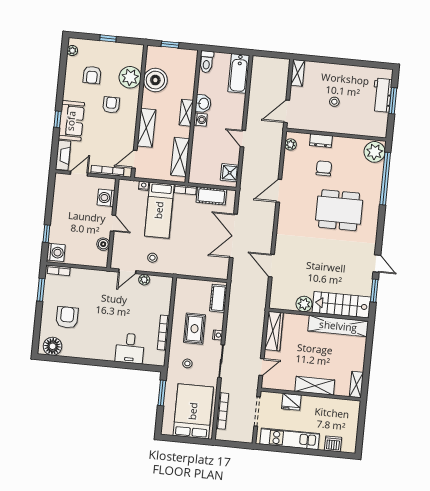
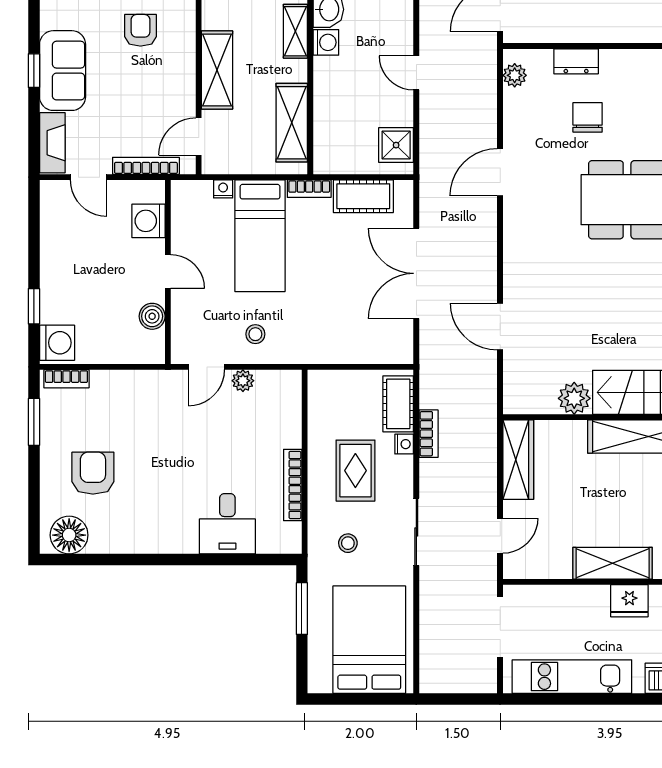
door: (79, 174) -> (89, 177), swing flipped
nightstand: (218, 335) -> (404, 444), moved
fridge: (291, 402) -> (629, 601), moved
bookcase: (222, 411) -> (429, 434), moved, width x0.64

